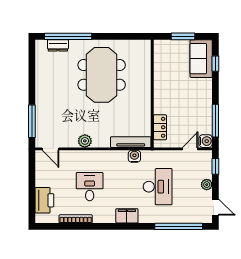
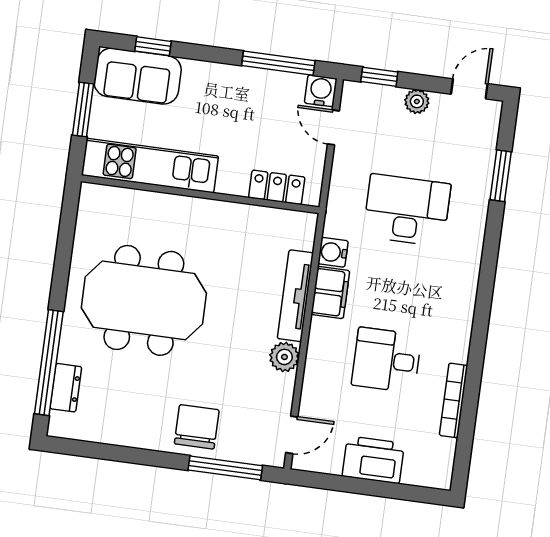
kitchen unit: (162, 69) -> (150, 166), added
chair: (48, 106) -> (197, 427), added
tv unit: (131, 142) -> (295, 296), moved
printer: (44, 200) -> (373, 460), moved
filing cabinet: (127, 216) -> (330, 292), moved, turned 180
window: (179, 226) -> (501, 176), width x0.47

